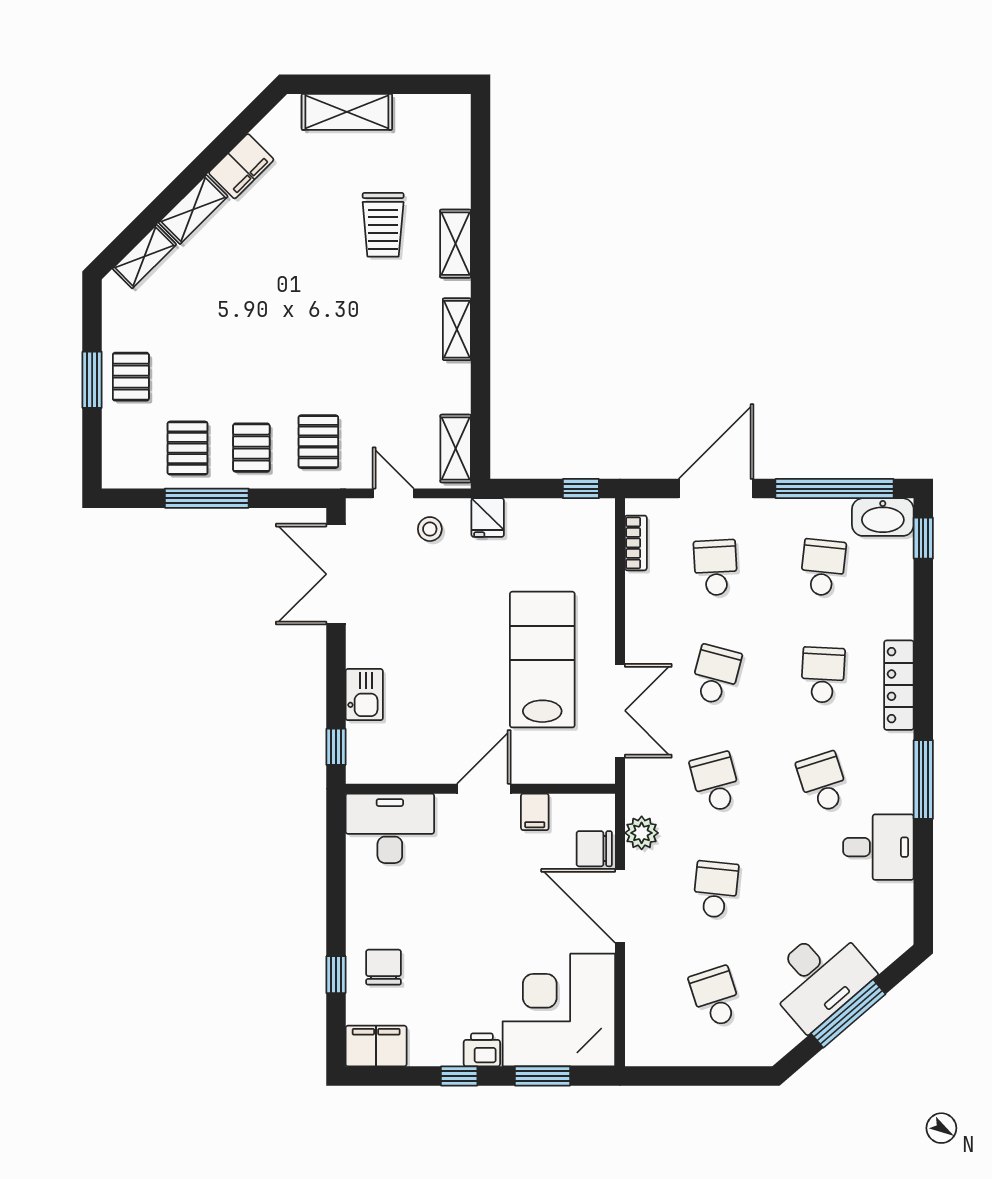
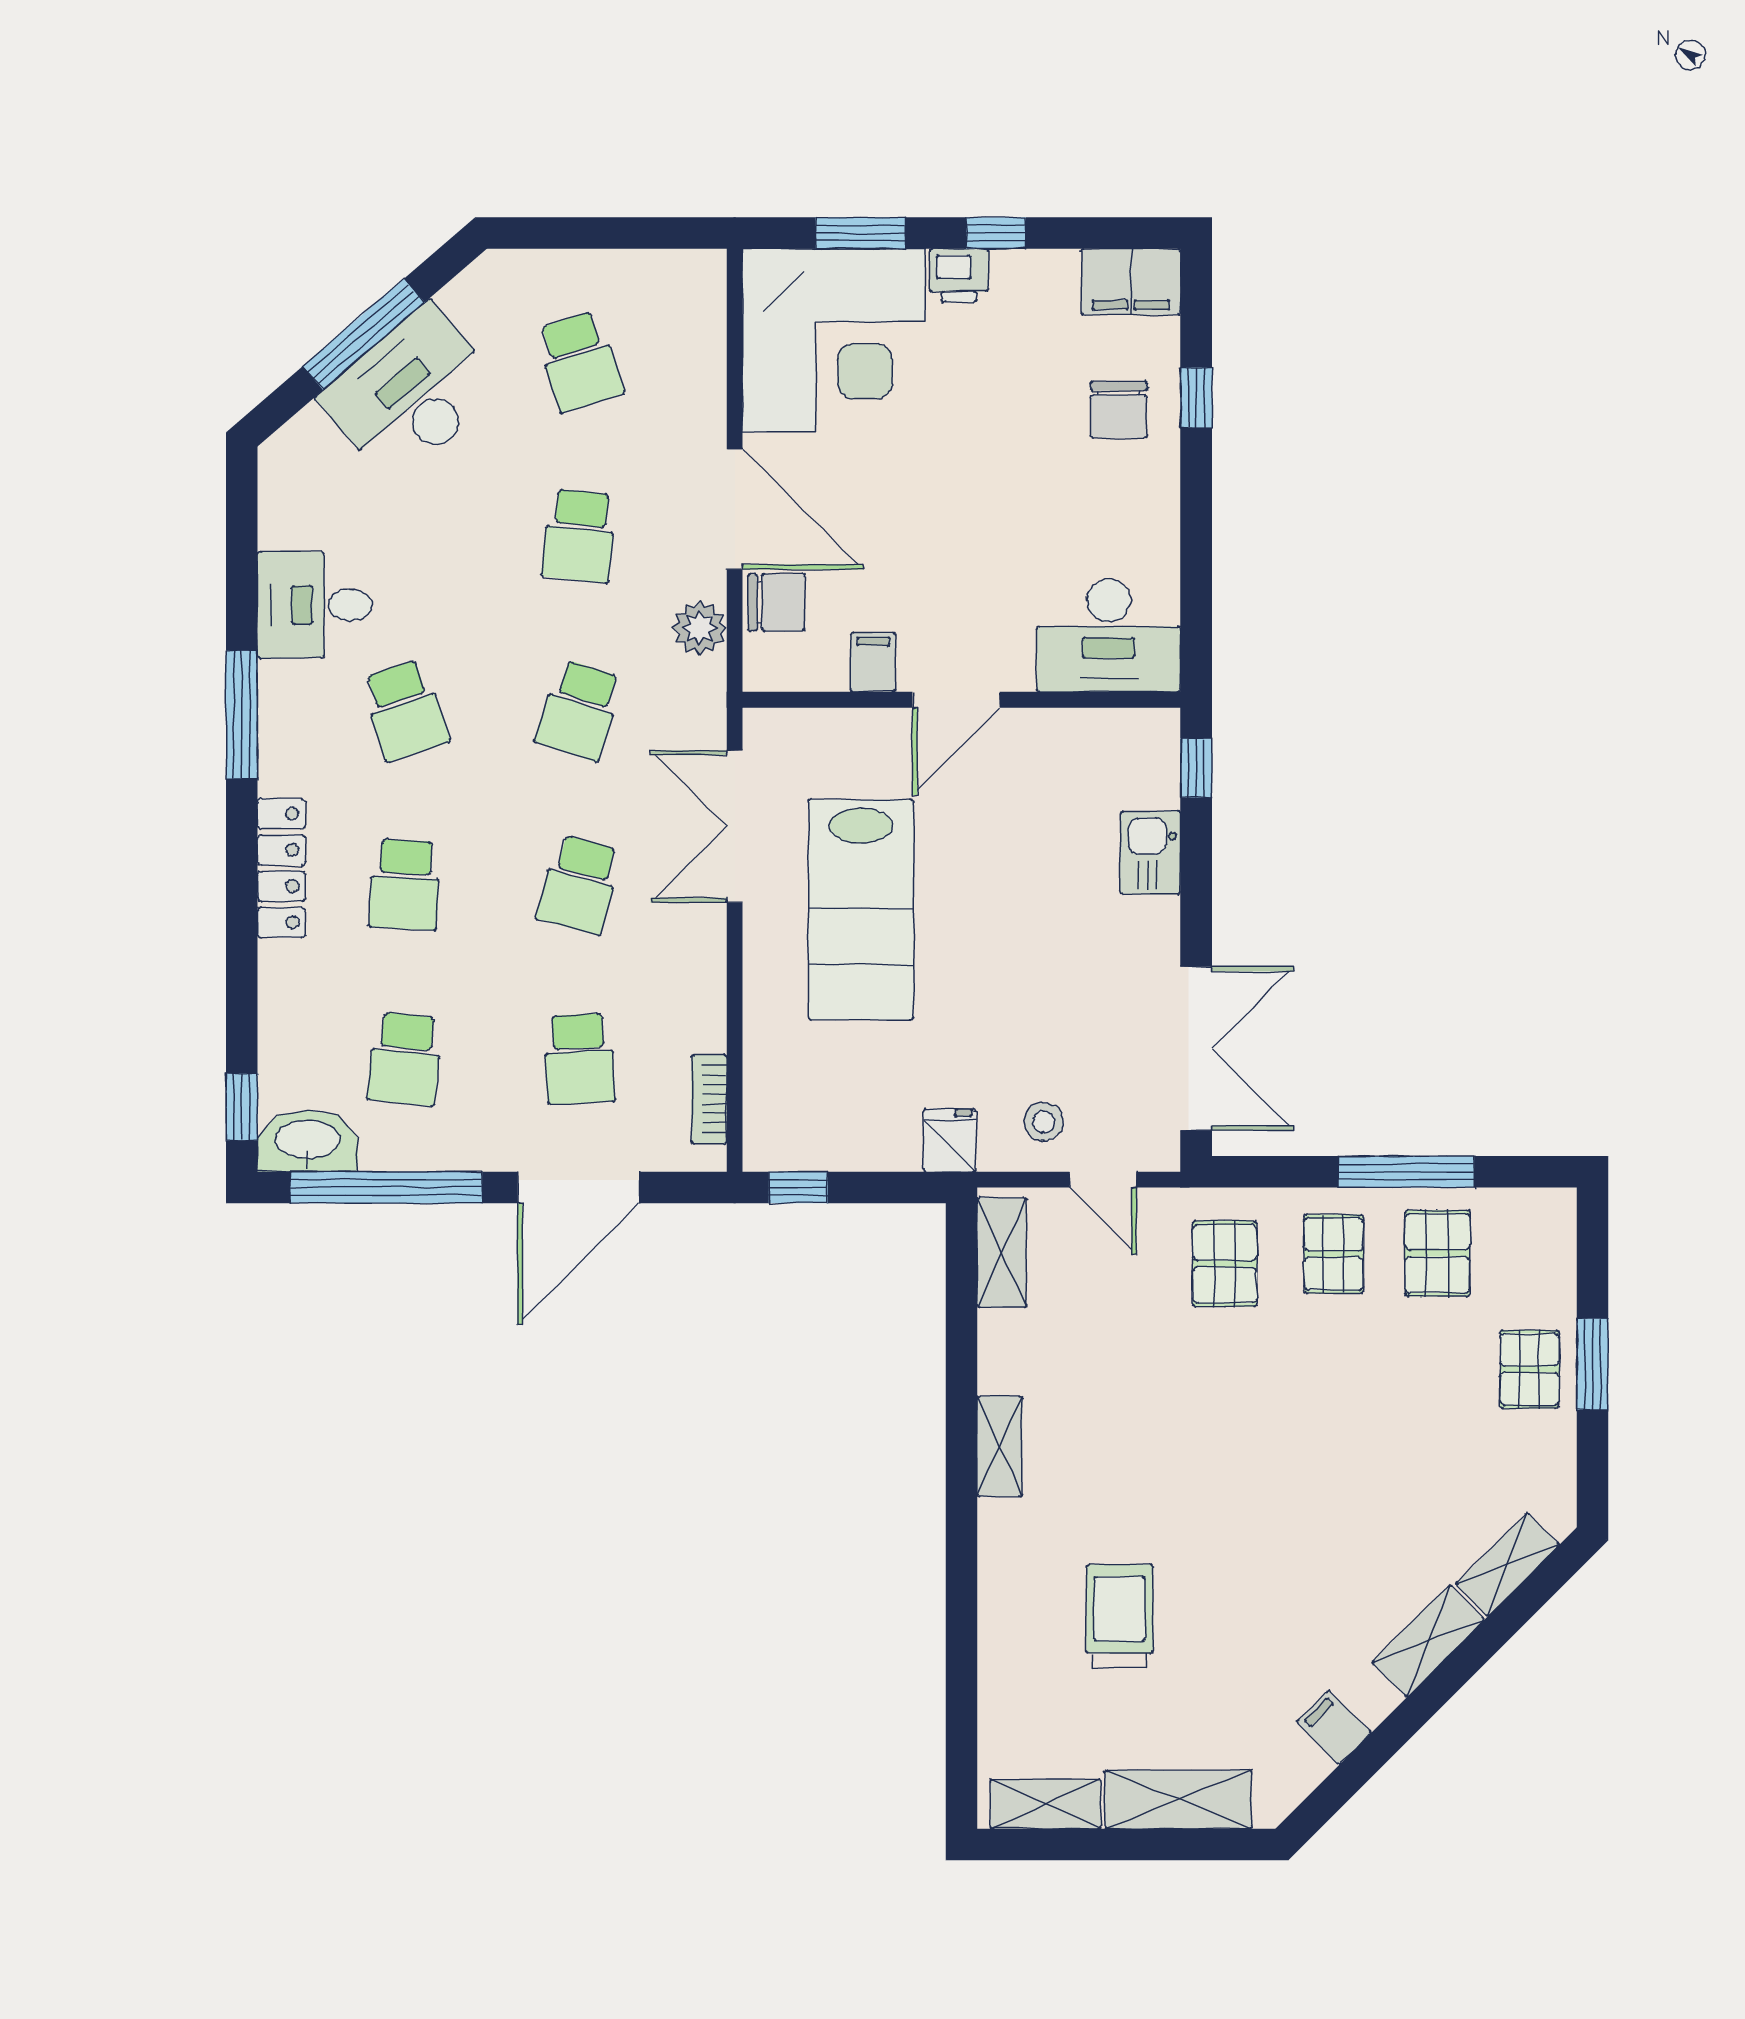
filing cabinet: (241, 166) -> (1334, 1727), width x0.50
shelving: (455, 244) -> (1046, 1804), moved, turned 90
school desk: (716, 782) -> (579, 710), turned 33

